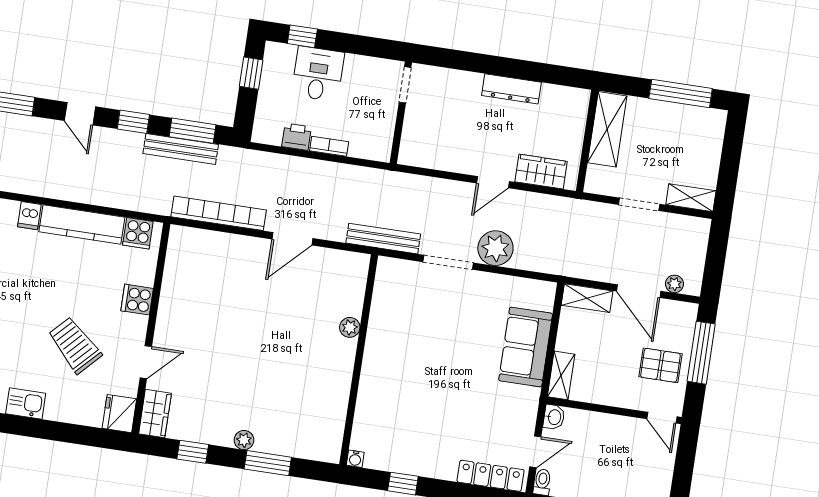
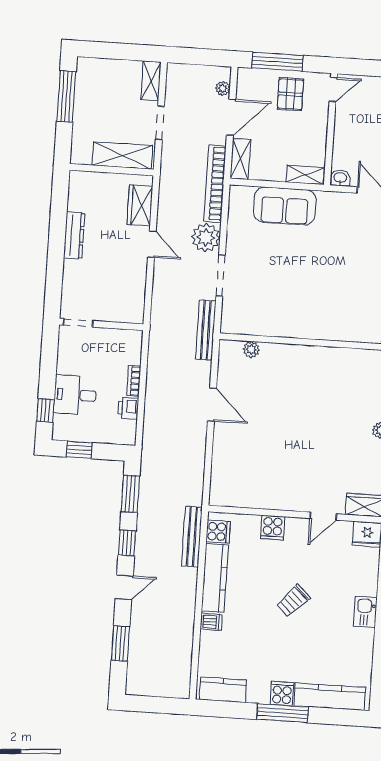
shelving: (607, 129) -> (122, 156), moved
bench: (181, 149) -> (192, 537), moved
bookcase: (219, 213) -> (215, 184), moved
plant: (350, 327) -> (251, 350), moved
trolley: (75, 345) -> (293, 601), moved, width x0.73, depth x0.72
door: (146, 362) -> (323, 516), swing flipped

